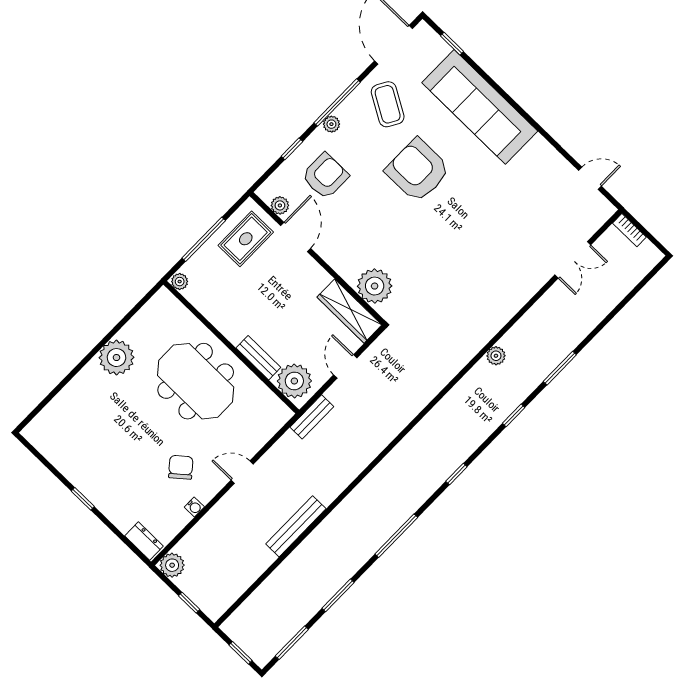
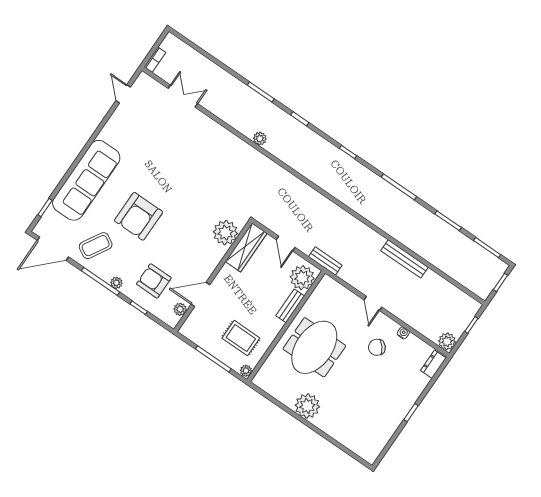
rug: (246, 239) -> (241, 338), moved
door: (345, 366) -> (286, 244), hinge flipped

